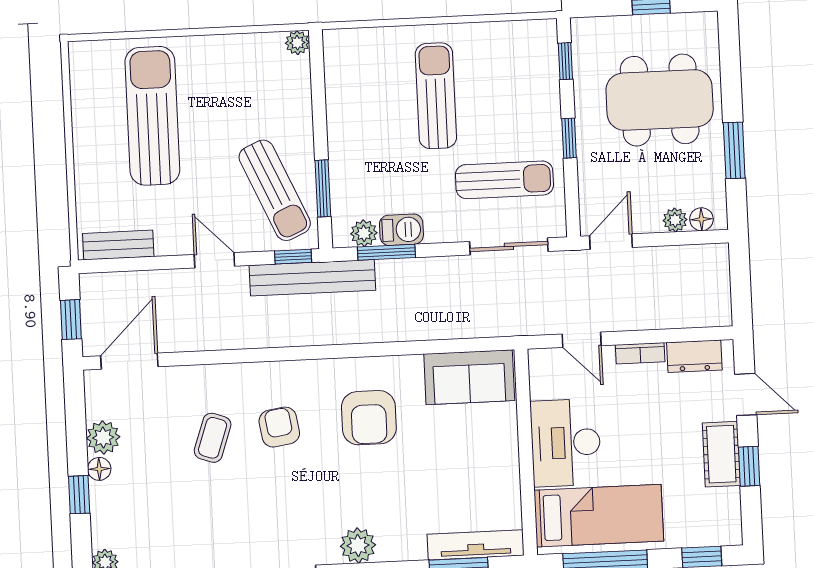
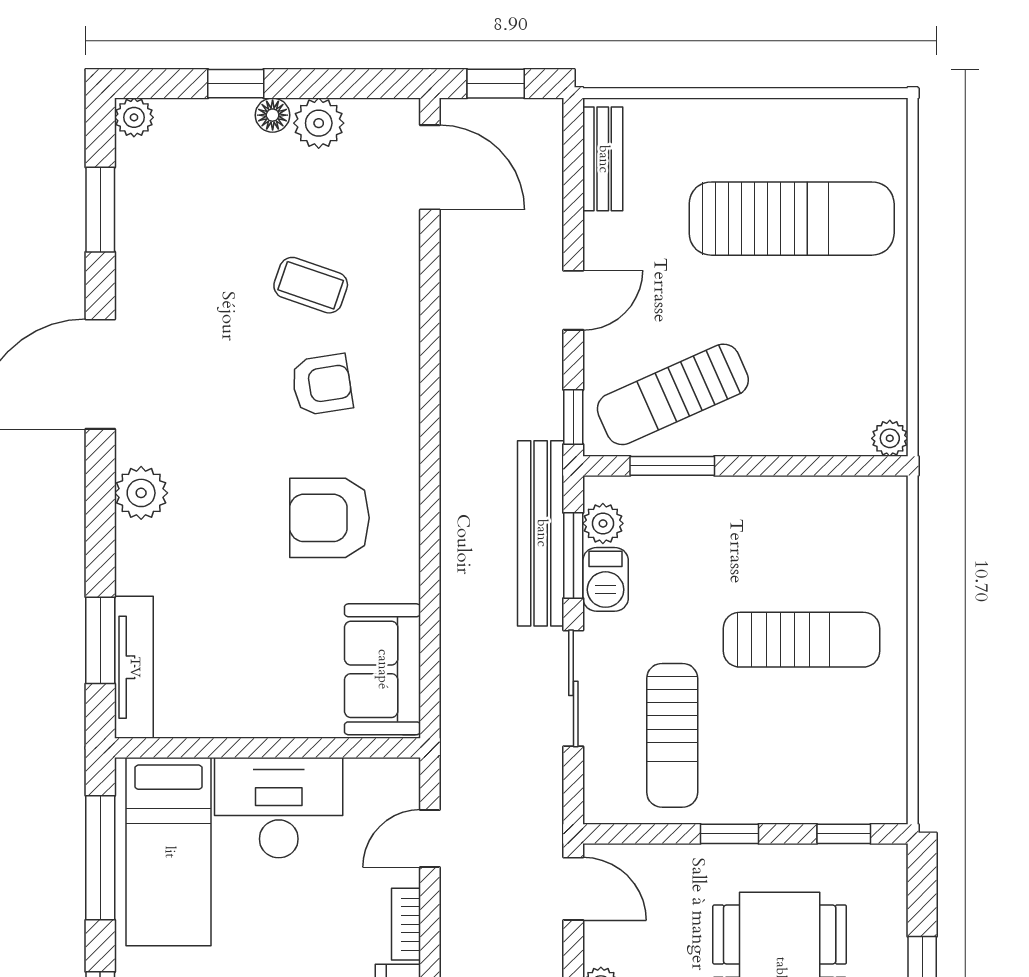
sliding door: (509, 246) -> (573, 688), moved
bench: (312, 278) -> (541, 533), moved

